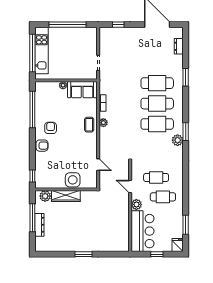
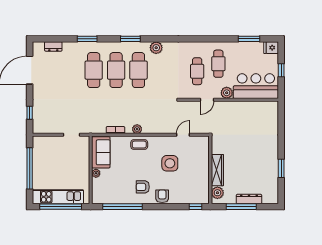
window: (186, 132) -> (130, 39), moved
side table: (73, 180) -> (170, 163), moved
window: (84, 254) -> (281, 168), moved

